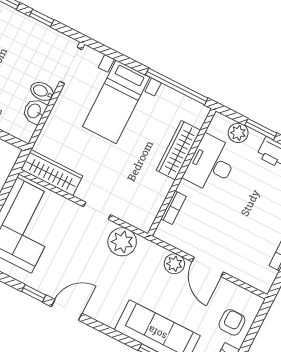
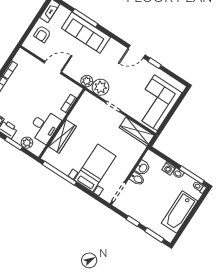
plant: (174, 264) -> (87, 81), moved
door: (208, 267) -> (53, 67), hinge flipped

